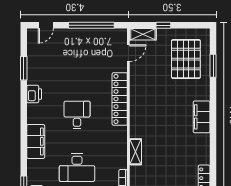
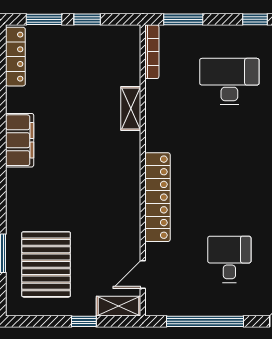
desk: (77, 115) -> (229, 259), moved, turned 180
filing cabinet: (202, 117) -> (20, 140), moved

